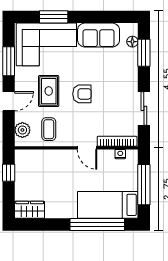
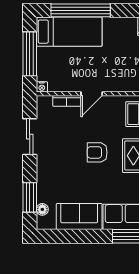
bookcase: (117, 141) -> (67, 101), width x0.64
door: (87, 148) -> (92, 94), swing flipped
nightstand: (120, 154) -> (42, 87), moved

